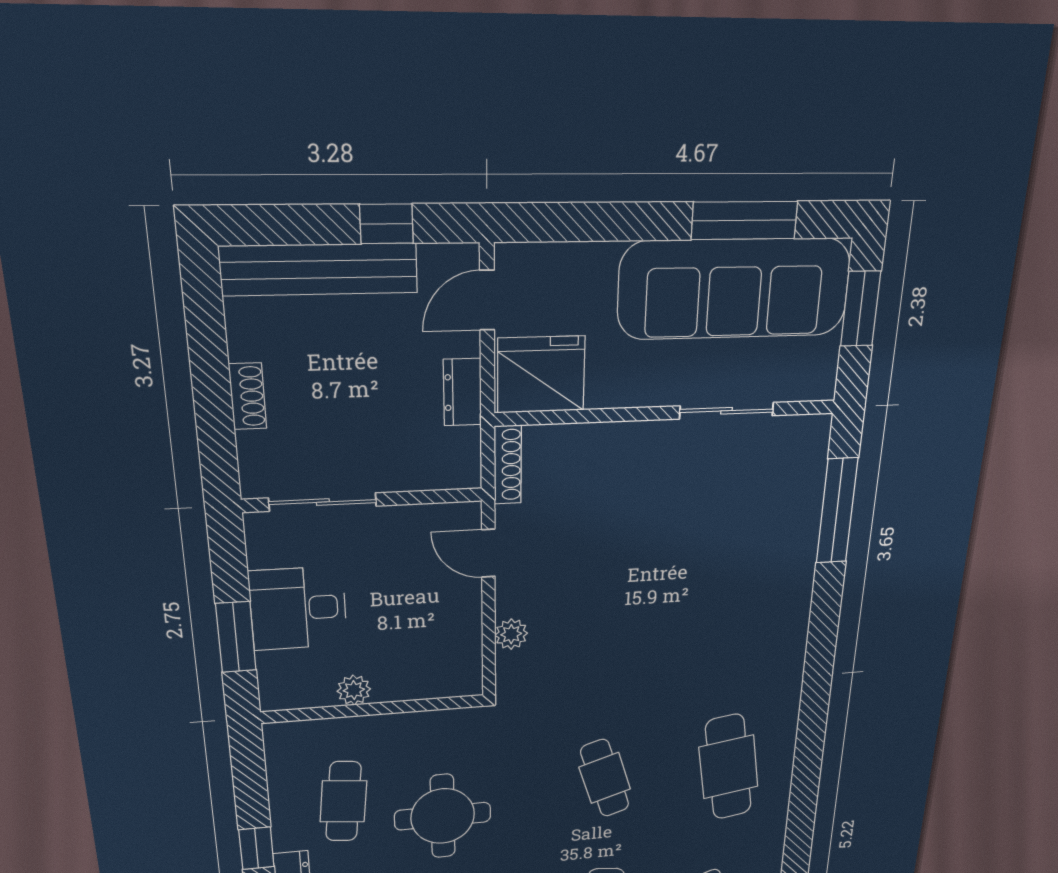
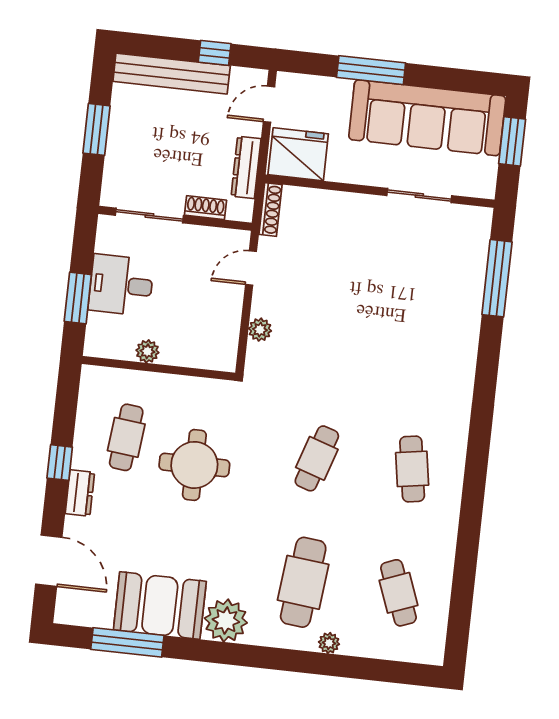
window: (744, 220) -> (371, 70), moved
window: (211, 381) -> (96, 129), added
dresser: (462, 392) -> (246, 167), width x1.44
shoe rack: (248, 396) -> (206, 208), moved, turned -90
door: (488, 553) -> (251, 268), hinge flipped
cafe table: (728, 767) -> (412, 469), width x0.73, depth x0.74
cafe table: (605, 778) -> (317, 458), turned 36

